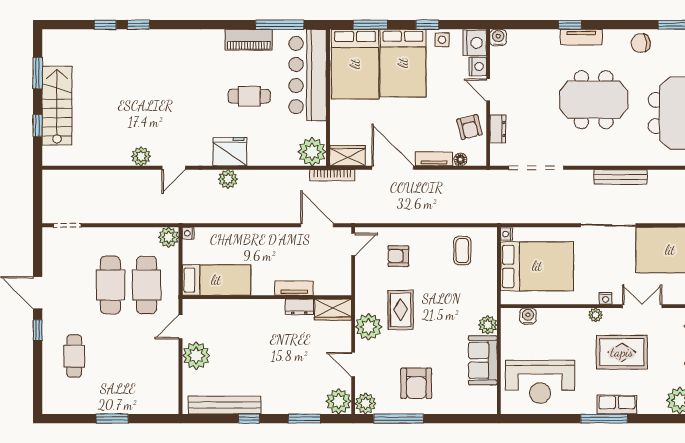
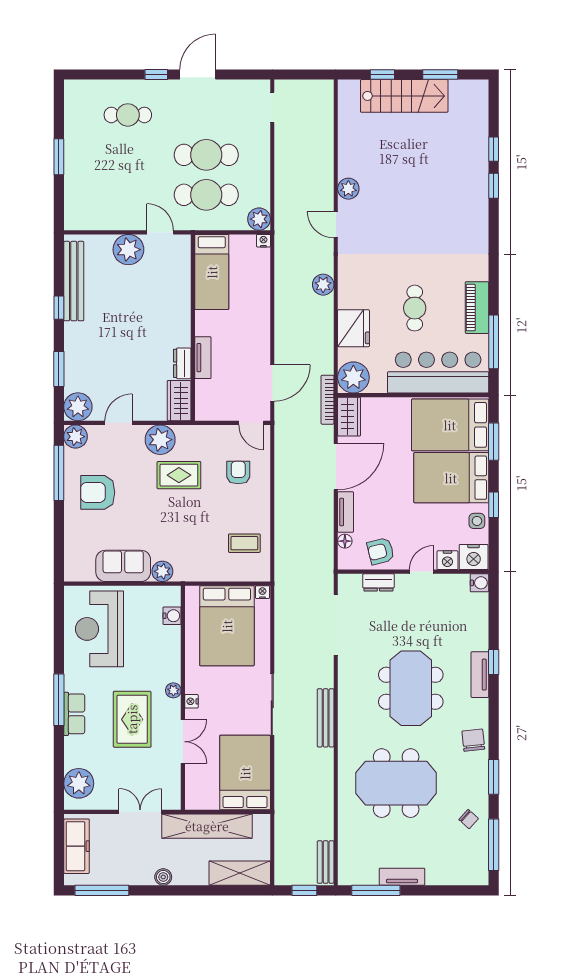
fridge: (230, 152) -> (354, 328), moved

